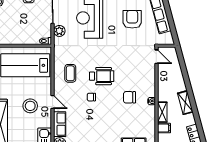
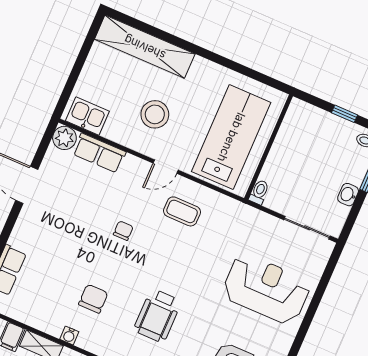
plant: (59, 31) -> (266, 225), removed
wheelchair: (102, 76) -> (157, 316), moved
door: (53, 102) -> (166, 167), moved

